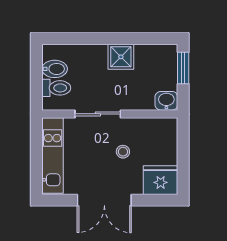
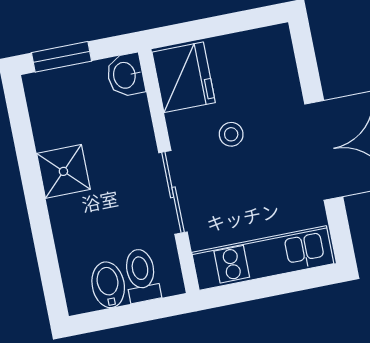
fridge: (161, 180) -> (184, 77), moved, turned 180

